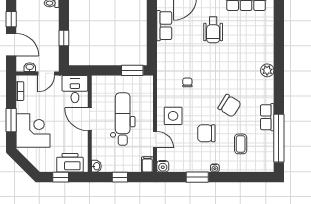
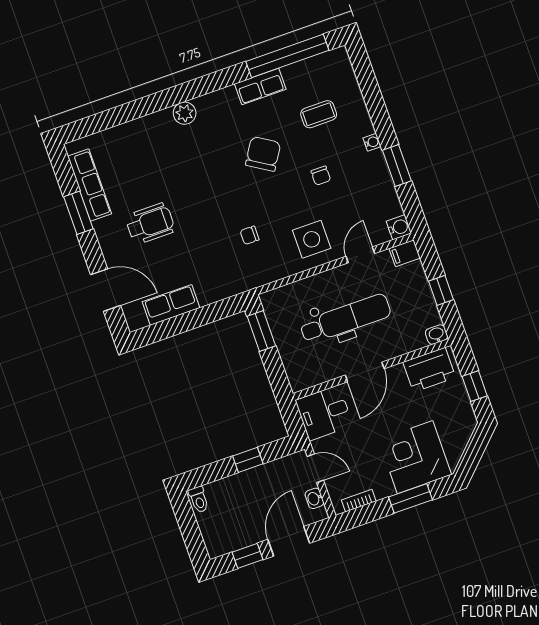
dental chair: (123, 119) -> (345, 319), turned 180
chair: (206, 133) -> (321, 176), width x0.54, depth x0.54
printer: (70, 163) -> (429, 370), moved, turned -90

